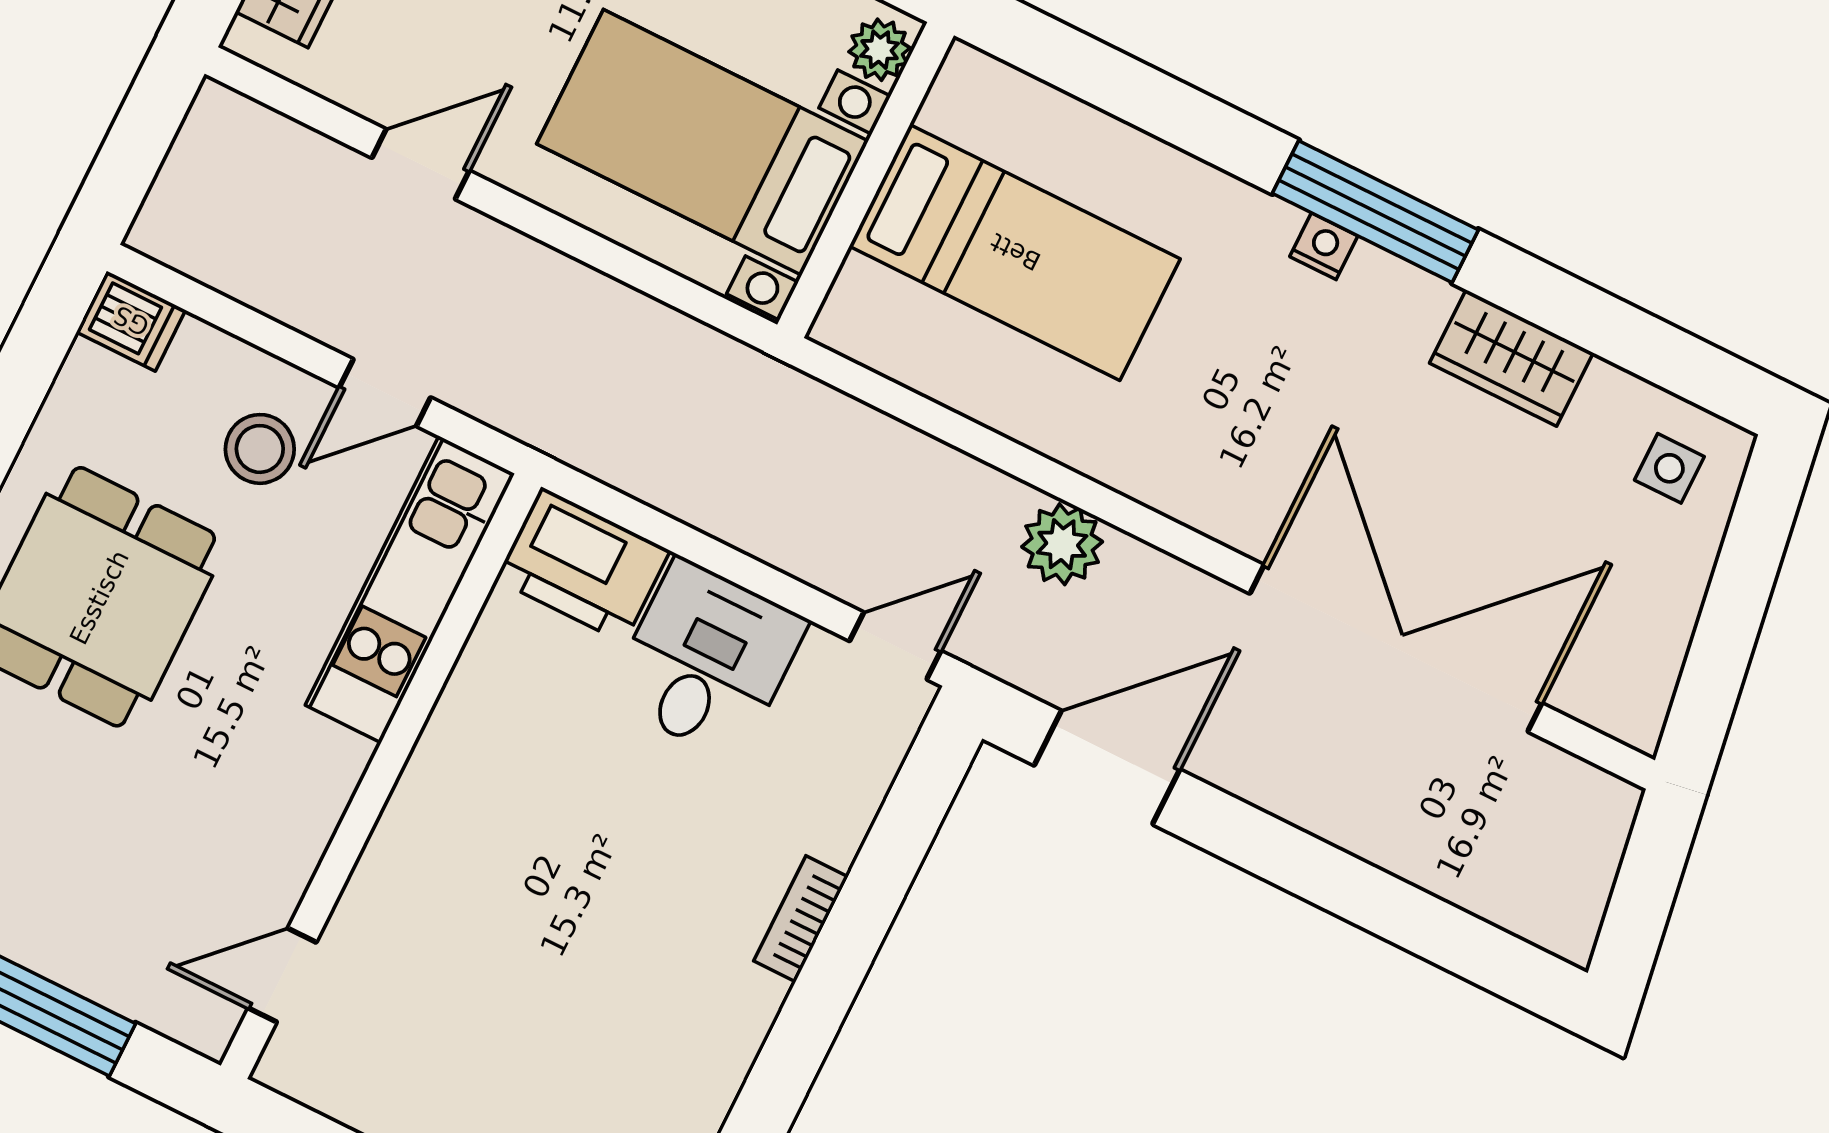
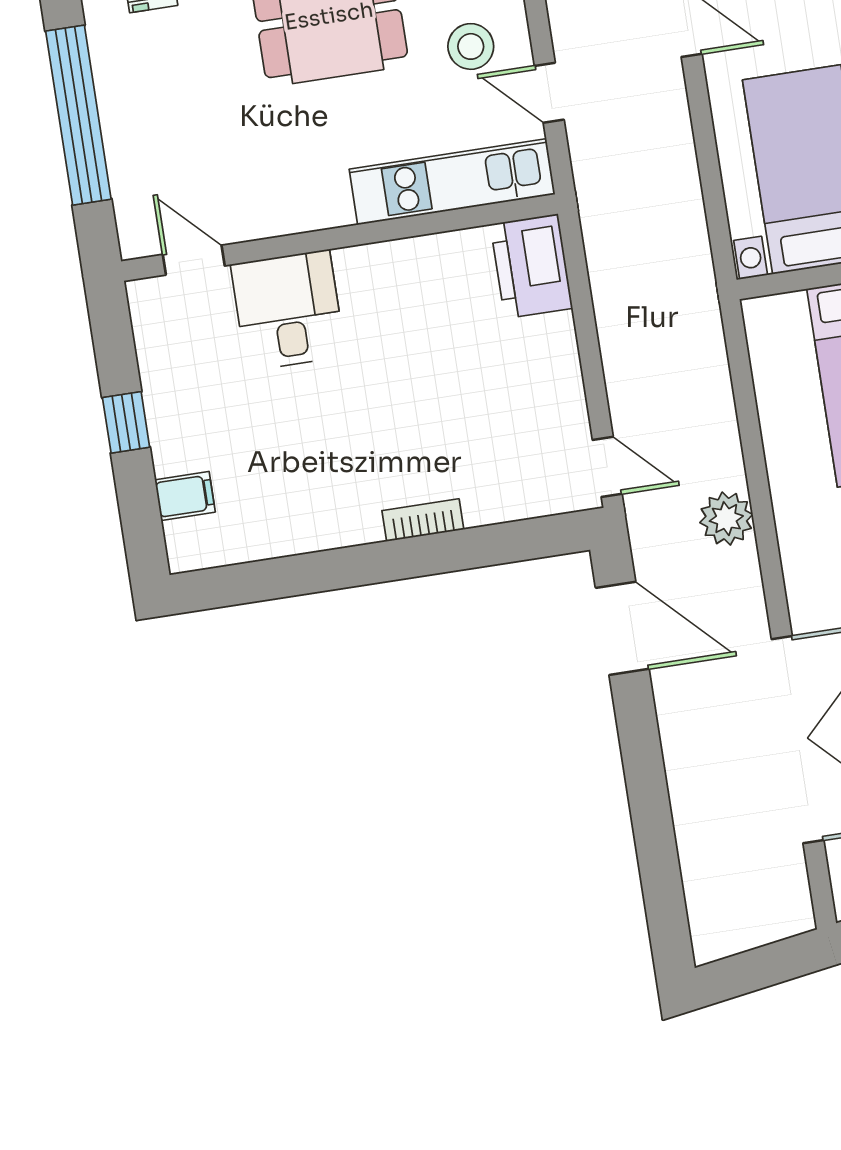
desk: (707, 660) -> (288, 310), moved, turned -90

